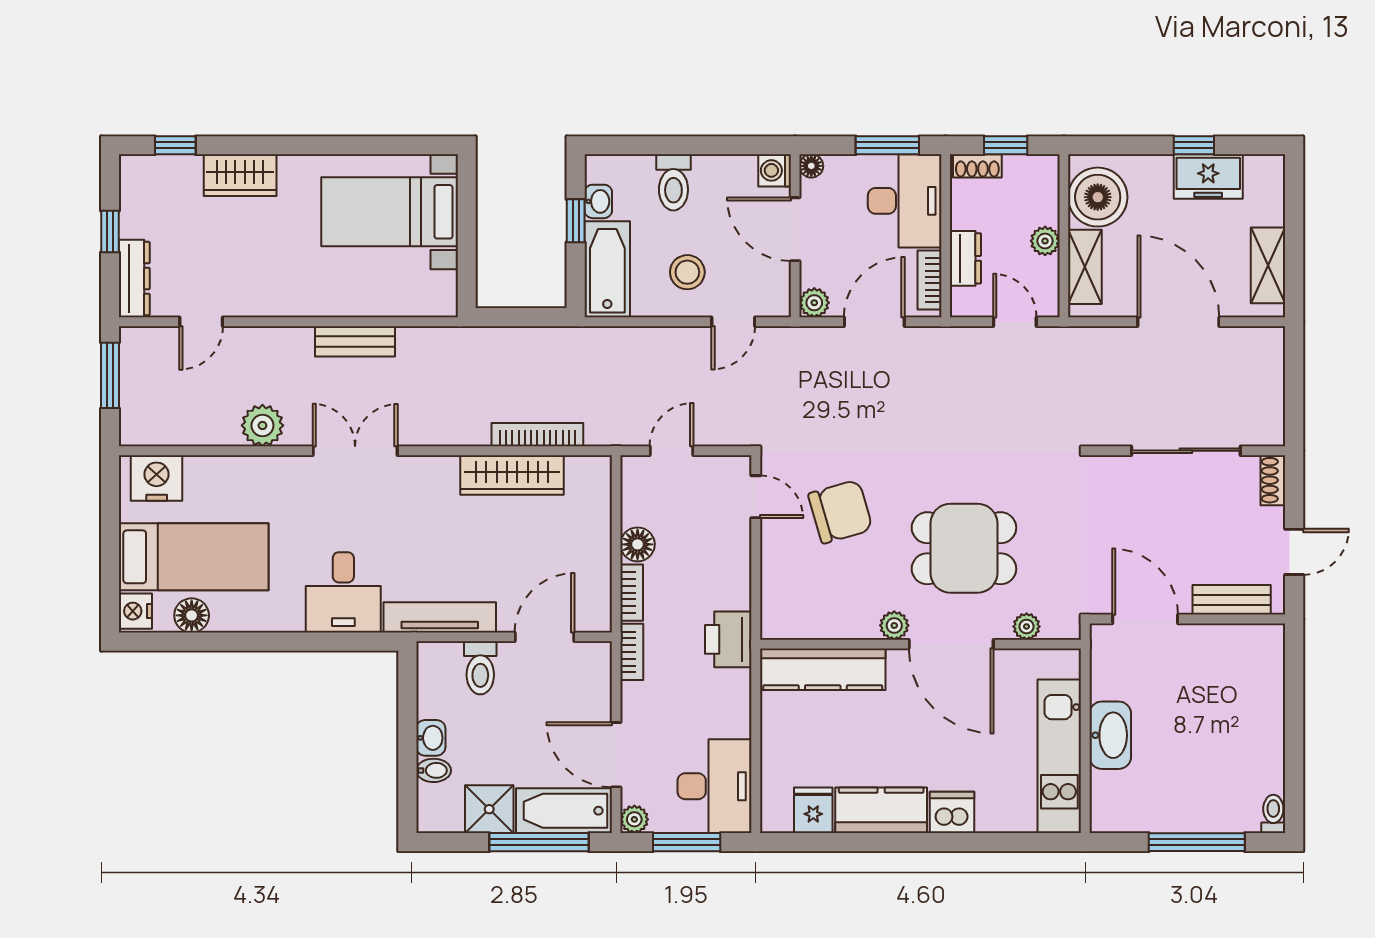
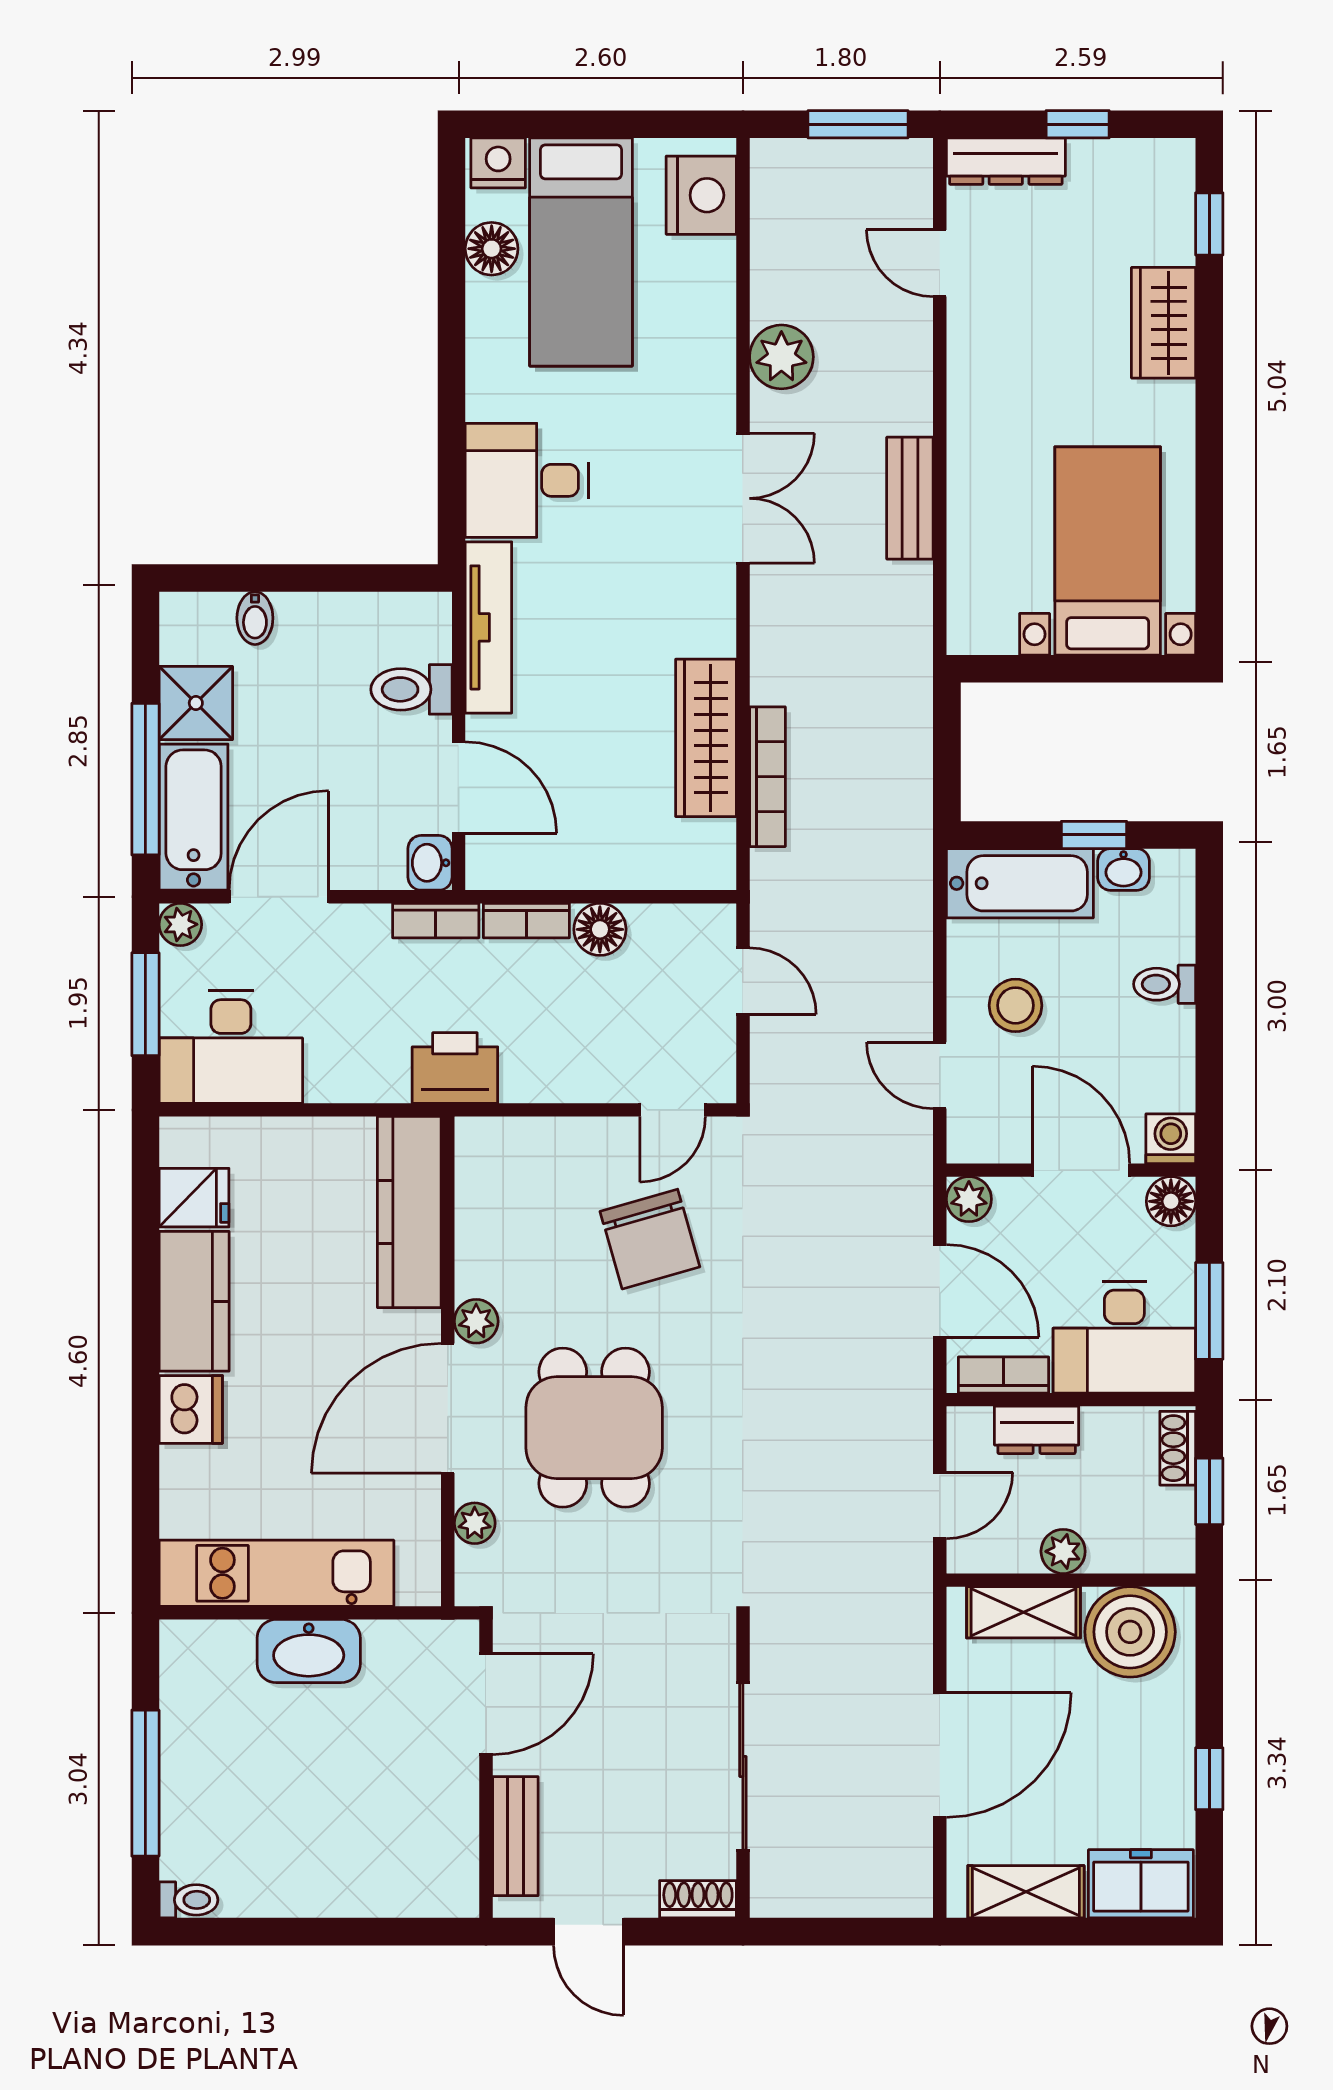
floor lamp: (811, 166) -> (1171, 1201), width x1.37, depth x1.37
freezer: (1208, 176) -> (1141, 1884), moved, turned 90
toilet: (673, 182) -> (1165, 984), width x0.73, depth x0.72
door: (795, 229) -> (1081, 1170), hinge flipped
washbasin: (431, 738) -> (430, 863), moved, turned 90

